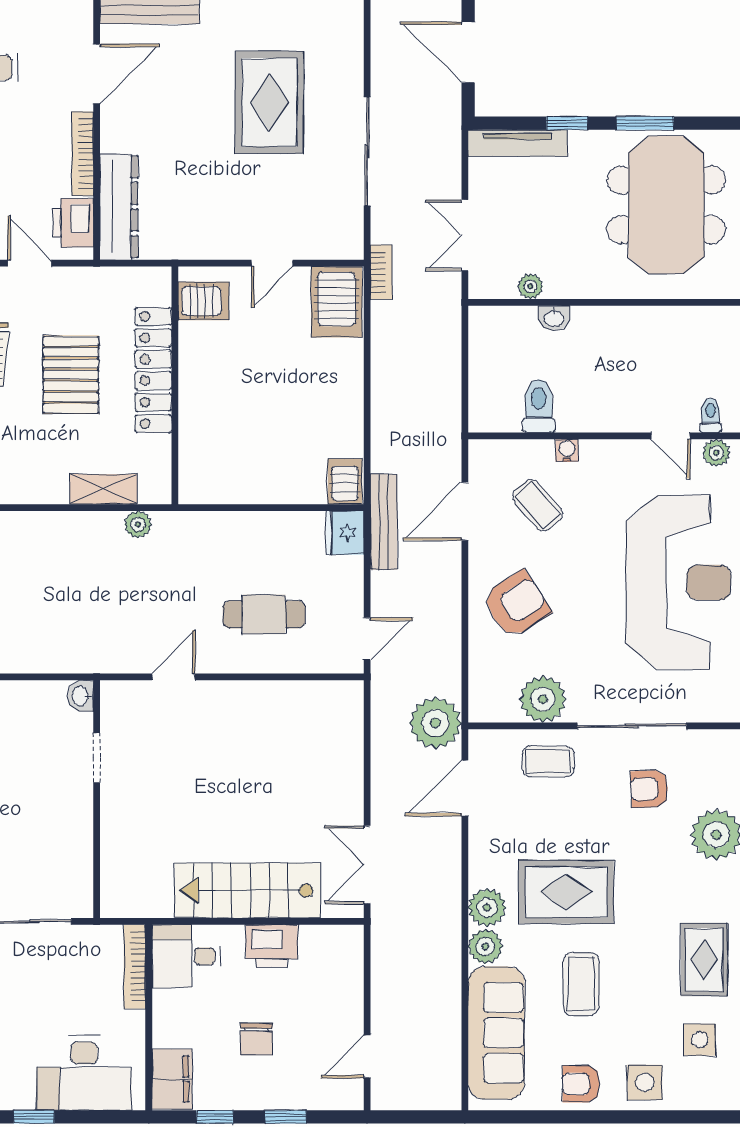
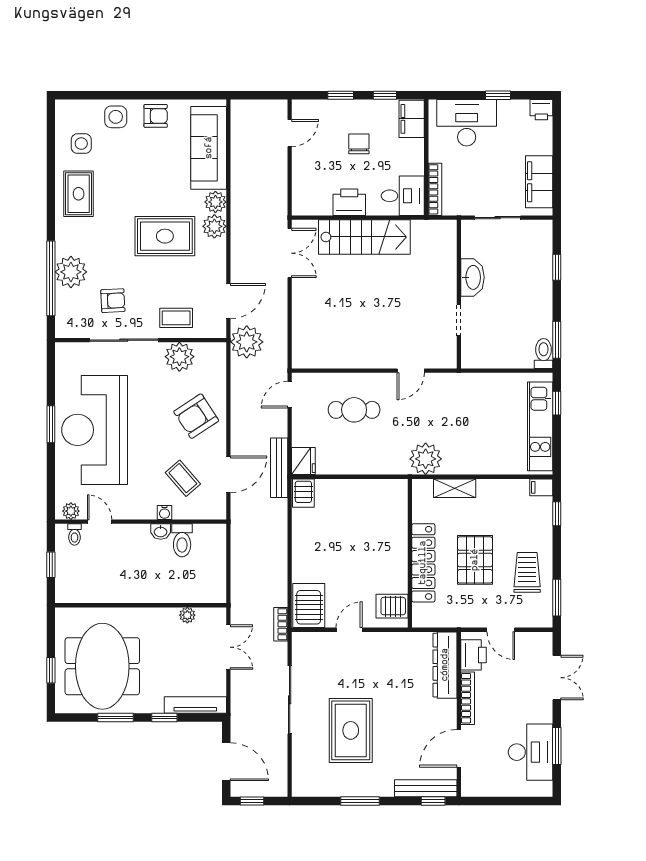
washbasin: (554, 318) -> (161, 531), moved, turned 180
plant: (138, 524) -> (426, 459), width x1.87, depth x1.87
washbasin: (81, 696) -> (472, 277), moved, width x1.91, depth x1.45
coffee table: (581, 984) -> (156, 178), removed

